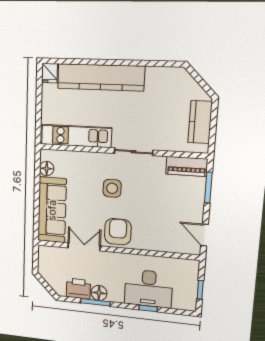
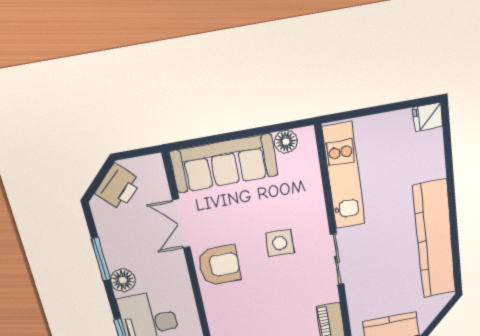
kitchen counter: (101, 77) -> (435, 240), moved
double door: (84, 247) -> (181, 224), swing flipped
printer: (78, 289) -> (118, 187), moved, turned 45
floor lamp: (99, 293) -> (123, 280), moved

